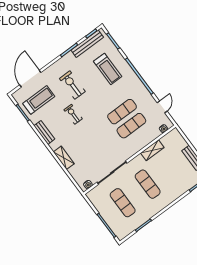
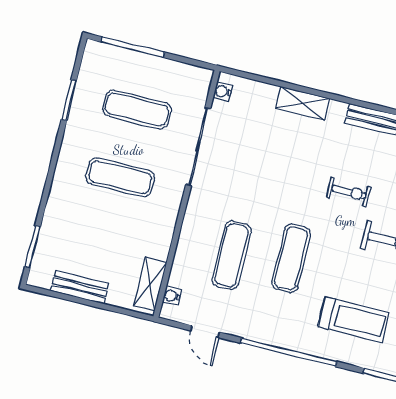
treadmill: (108, 69) -> (354, 320), turned 180
exercise mat: (122, 112) -> (291, 258), moved
shelving: (152, 150) -> (150, 284), moved

